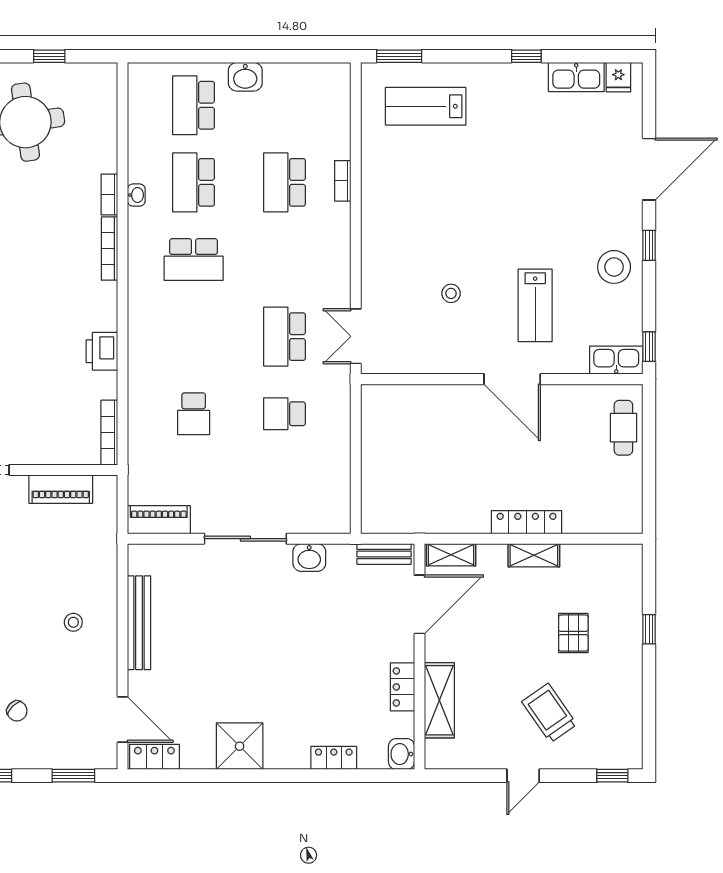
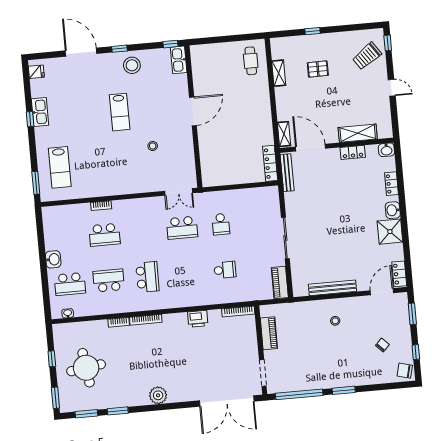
kitchen sink: (576, 77) -> (40, 112), moved
school desk: (194, 182) -> (109, 280), turned 180
washbasin: (136, 195) -> (68, 313), moved
lab bench: (535, 305) -> (120, 112), moved, turned 90
cafe table: (623, 428) -> (251, 61), moved, turned 90
locker: (527, 522) -> (270, 163), moved
bench: (384, 554) -> (287, 173), width x1.36
shelving: (534, 555) -> (279, 73), moved
washbasin: (309, 557) -> (393, 210), moved, turned 180
trolley: (549, 713) -> (367, 56), moved

